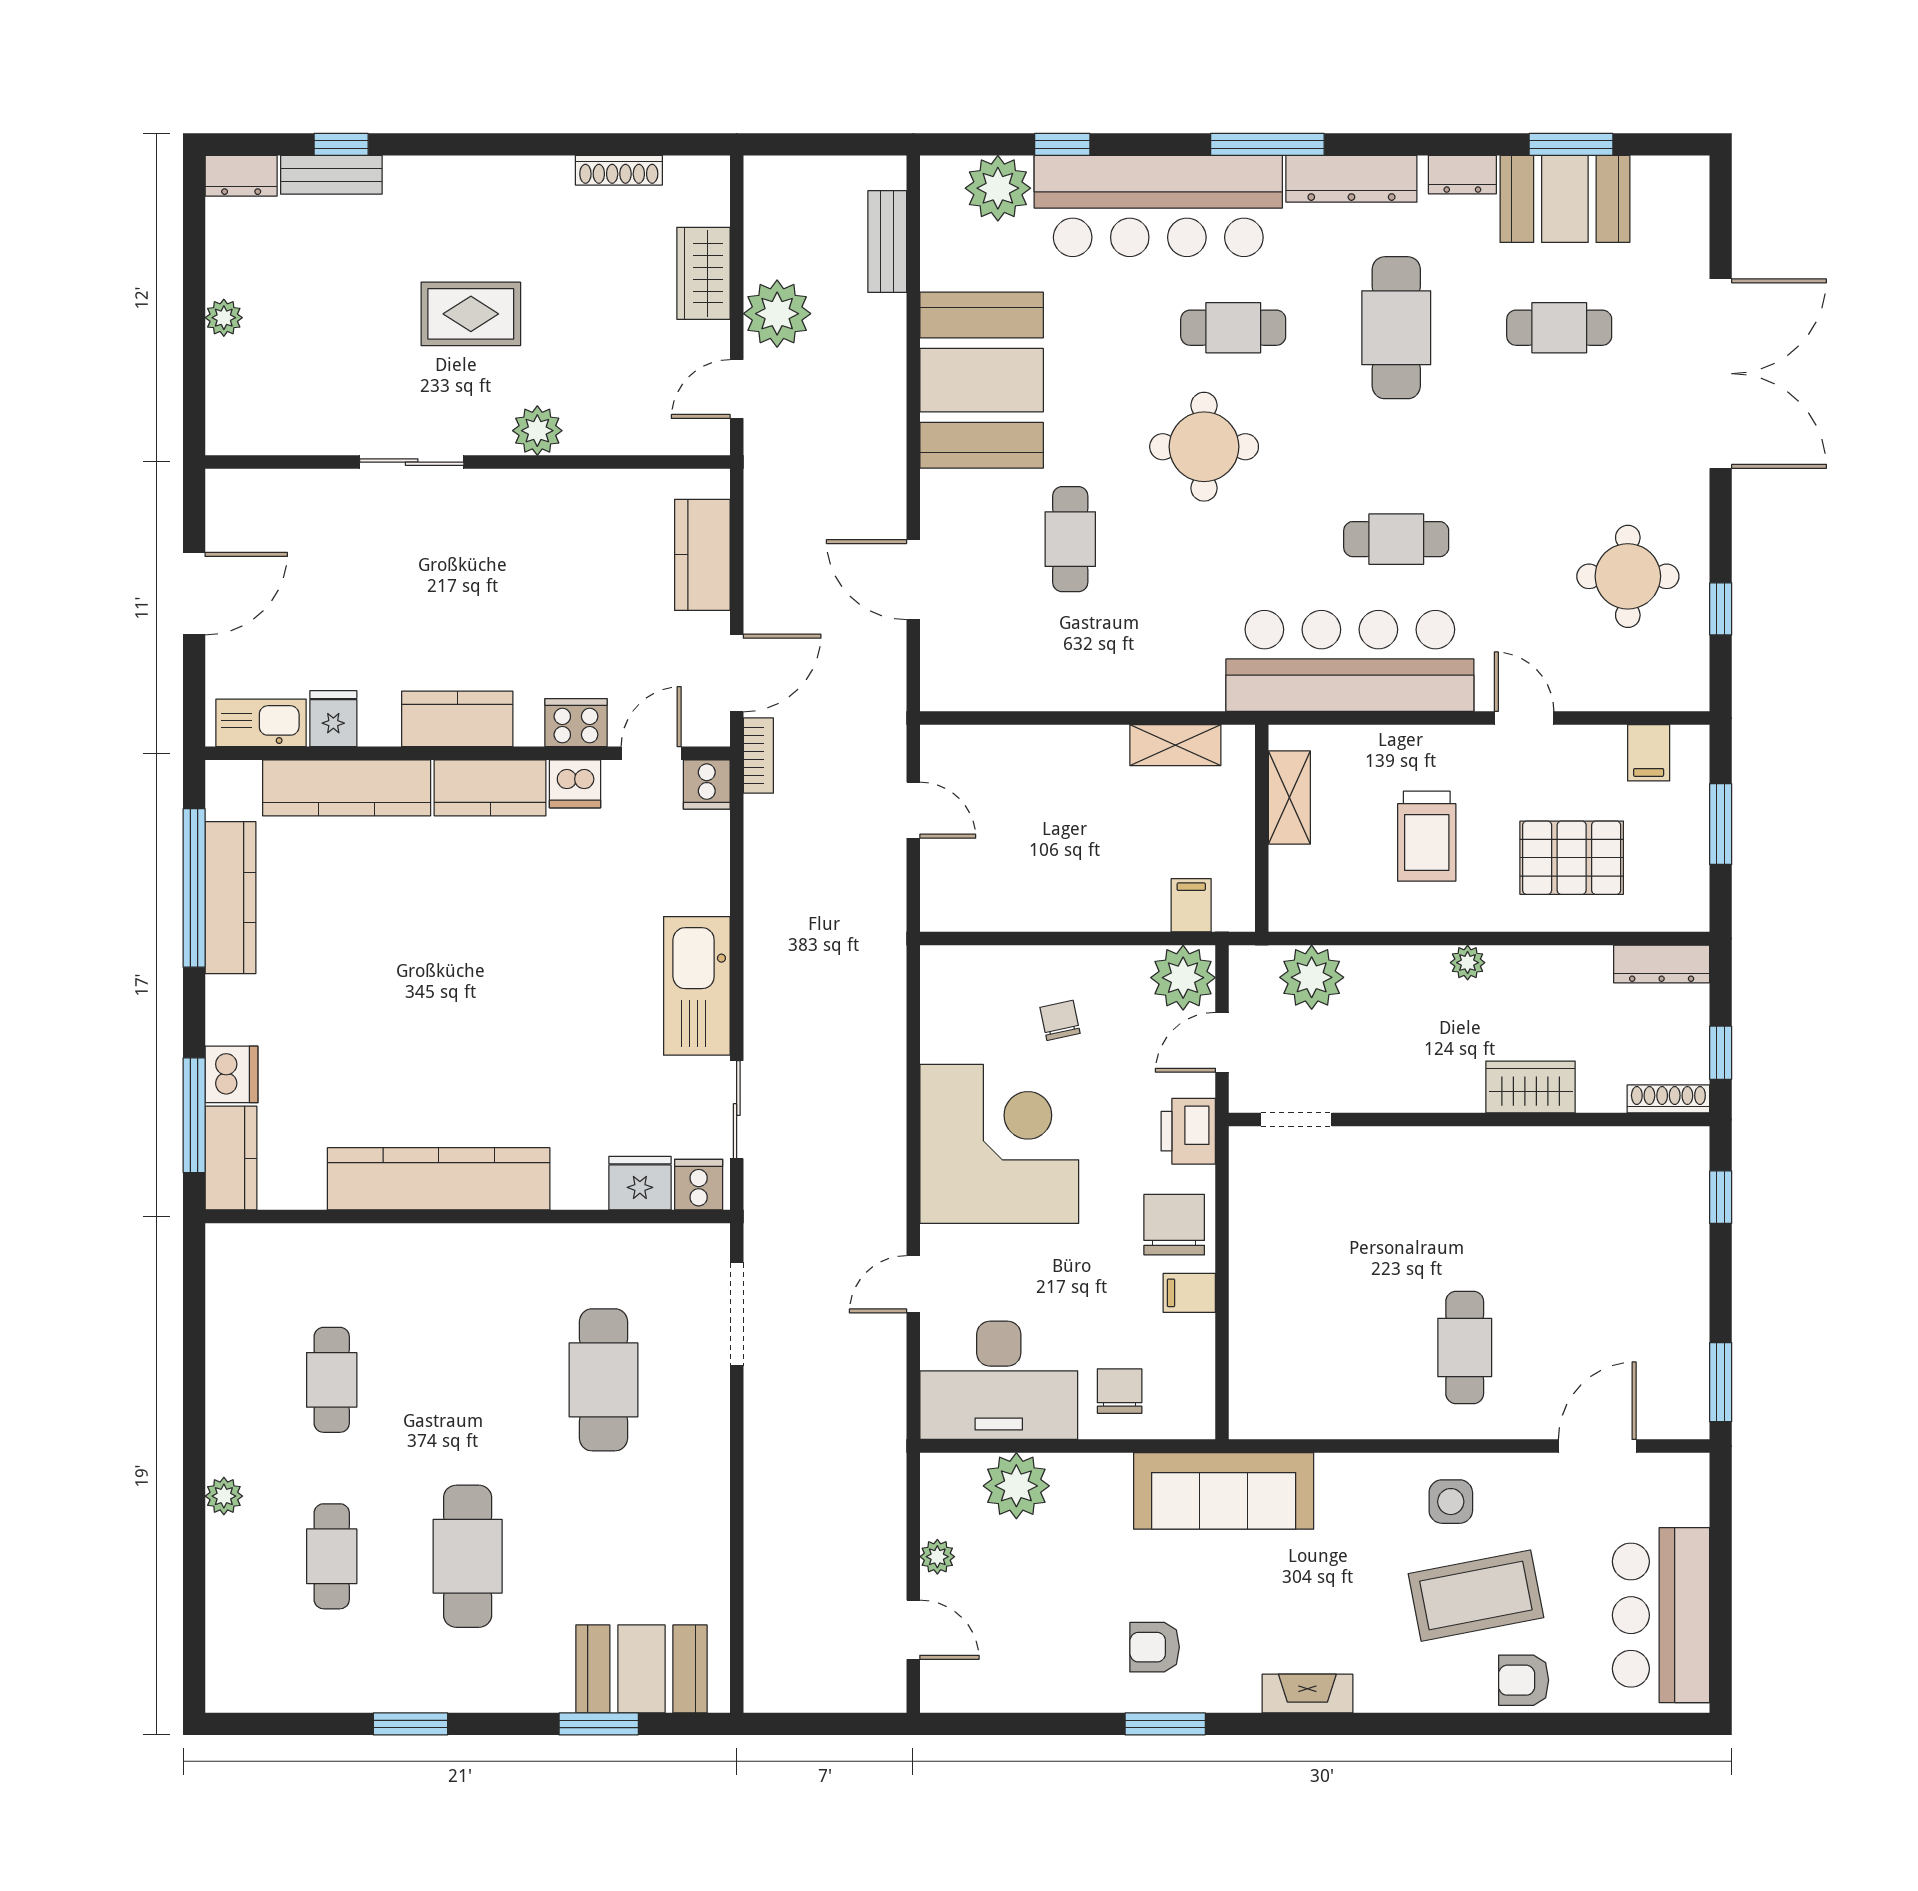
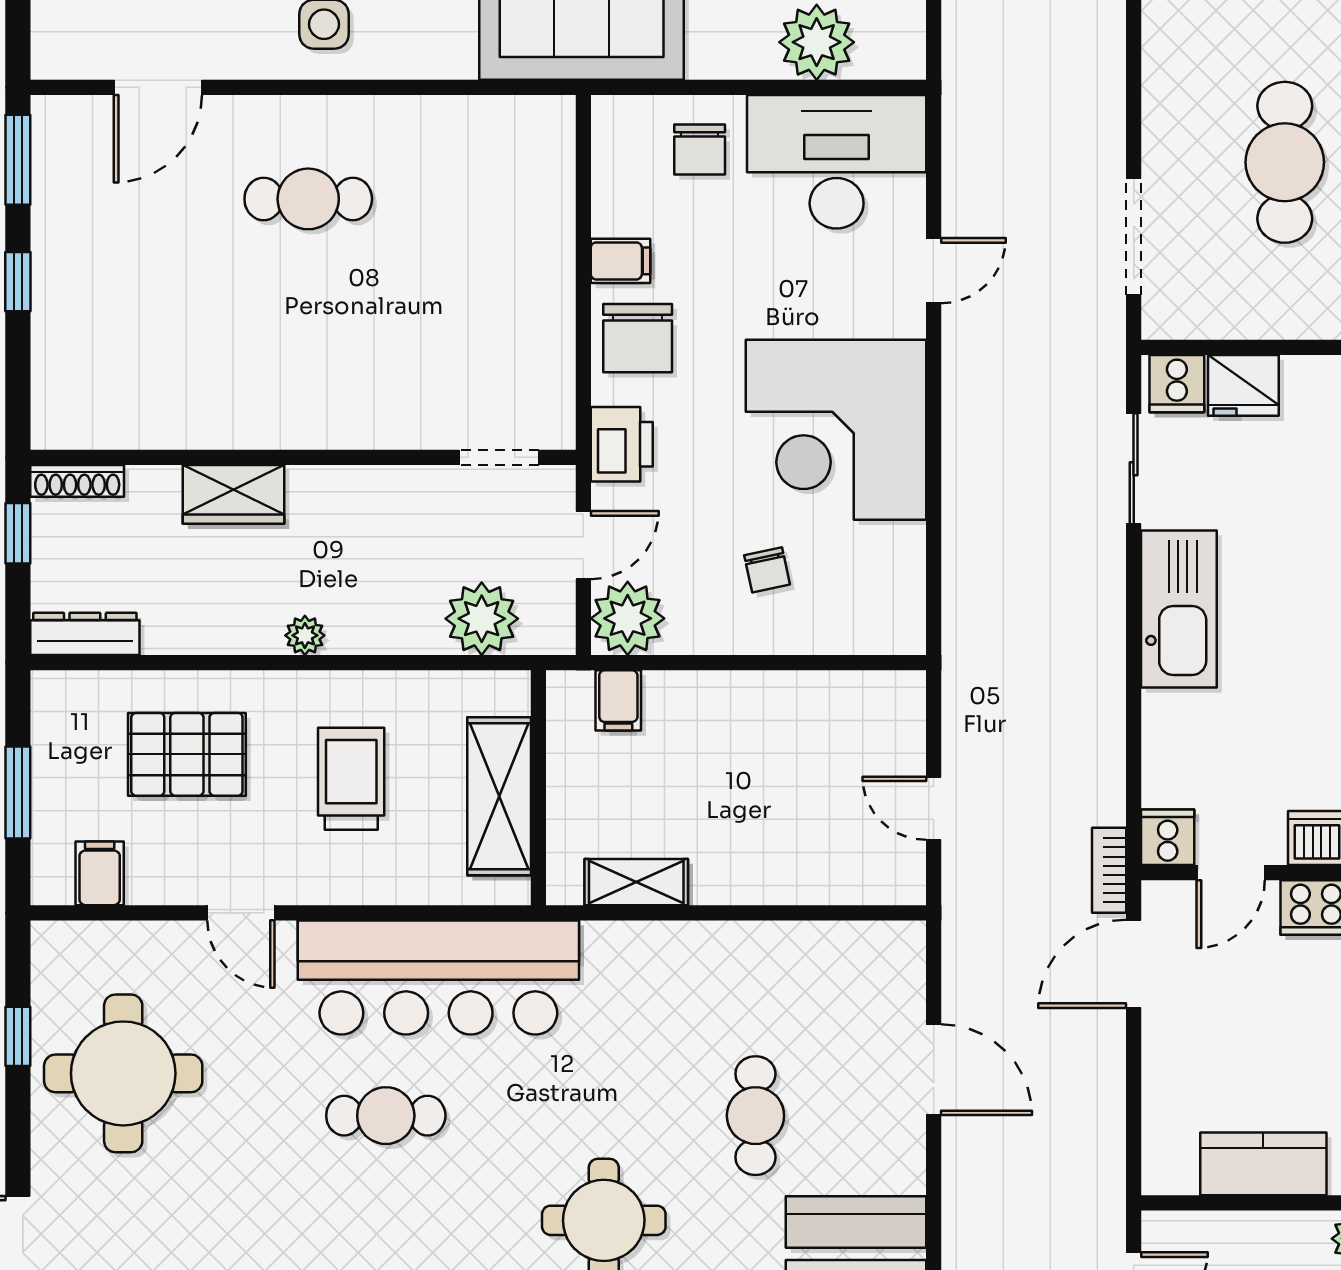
kitchen counter: (702, 555) -> (1263, 1164), moved, turned -90
round table: (1628, 576) -> (123, 1073), width x1.36, depth x1.36
shelving: (1289, 797) -> (499, 796), width x1.50, depth x1.33
window: (1721, 1197) -> (18, 282), moved
cafe table: (1465, 1347) -> (308, 199), turned 90

